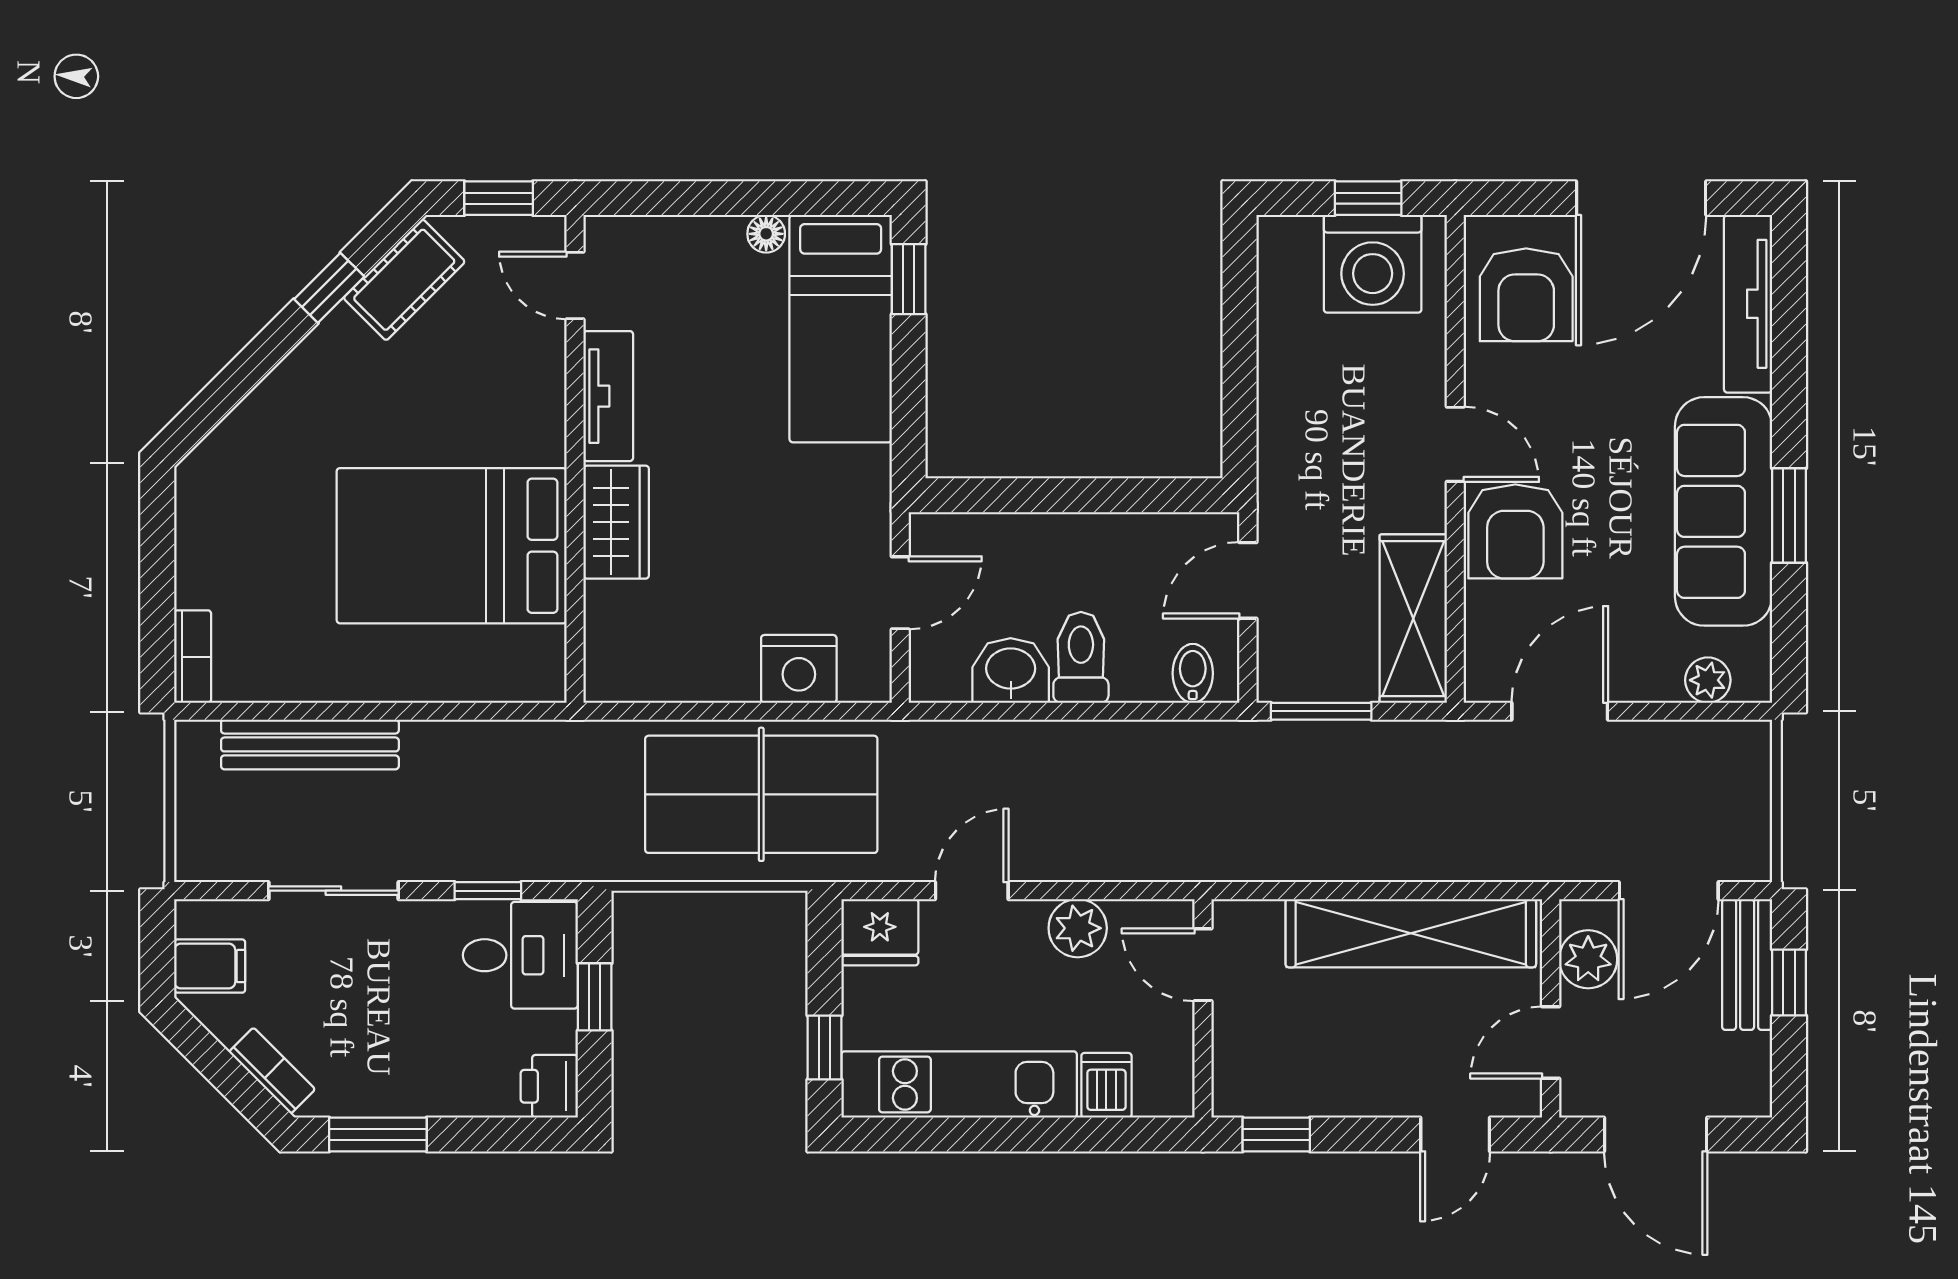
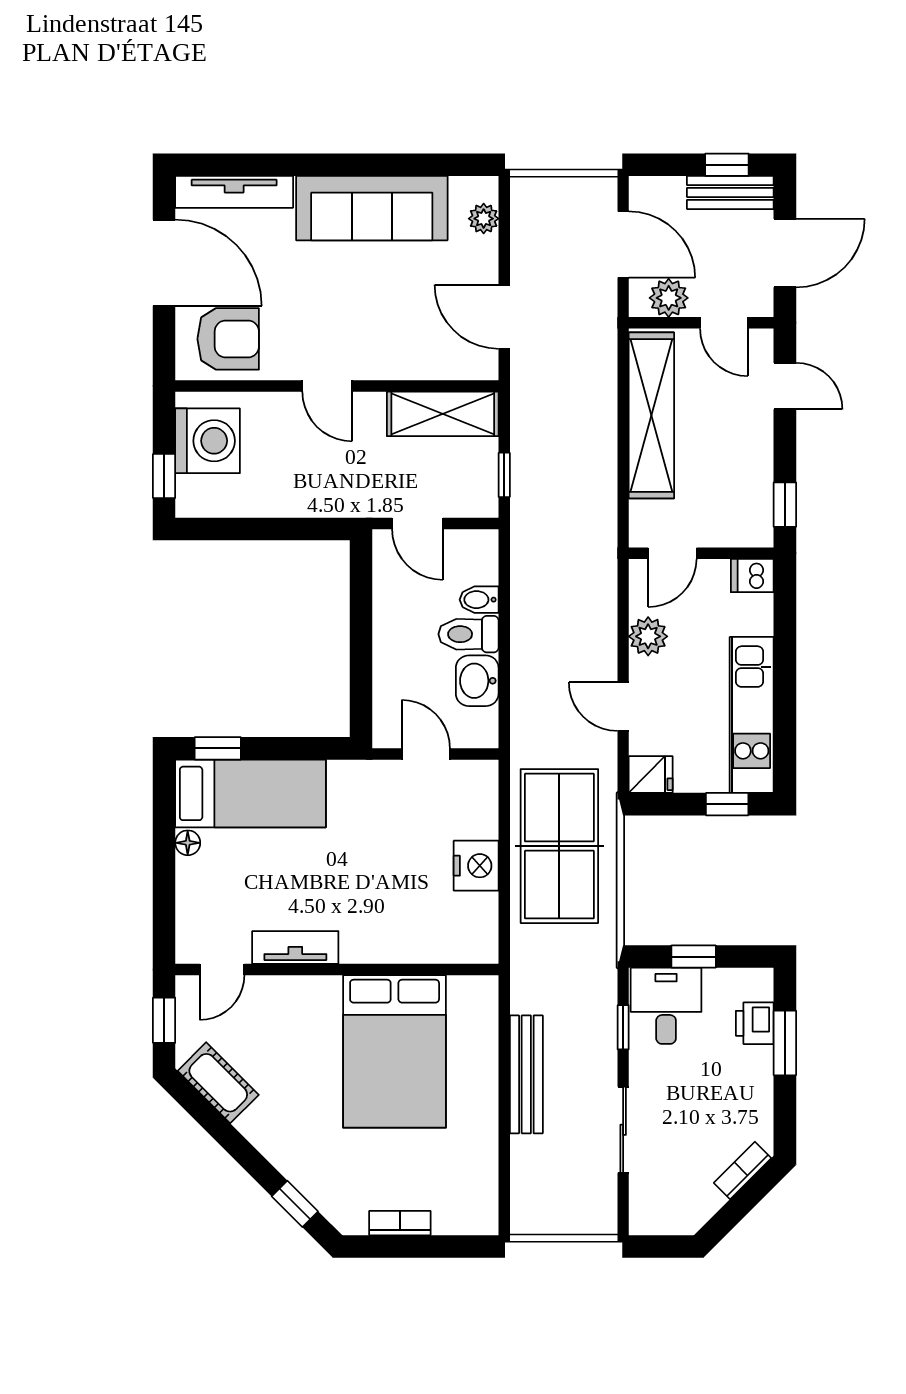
window: (1368, 198) -> (164, 476), moved
window: (329, 288) -> (295, 1204), moved
door: (1455, 444) -> (327, 386), swing flipped
window: (1789, 515) -> (374, 165), removed
wardrobe: (616, 522) -> (379, 942), removed
armchair: (1515, 531) -> (385, 346), removed
bookcase: (193, 657) -> (400, 1223), moved
nightstand: (799, 669) -> (476, 866), moved
bidet: (1193, 673) -> (479, 600), moved
window: (1321, 711) -> (504, 475), width x0.67
bench: (310, 744) -> (526, 1074), moved
fridge: (880, 932) -> (651, 775), width x0.72
bench: (1747, 964) -> (730, 192), moved
filing cabinet: (210, 966) -> (673, 1212), removed
window: (1789, 982) -> (727, 165), moved
dishwasher: (1106, 1085) -> (752, 575), moved
printer: (549, 1086) -> (755, 1023), moved, turned 90
window: (378, 1134) -> (785, 1043), moved

